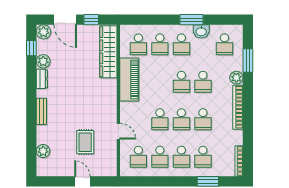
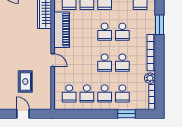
window: (248, 61) -> (159, 25), moved
plant: (236, 78) -> (150, 78), moved
school desk: (160, 119) -> (87, 63), removed
door: (118, 131) -> (53, 60), moved

